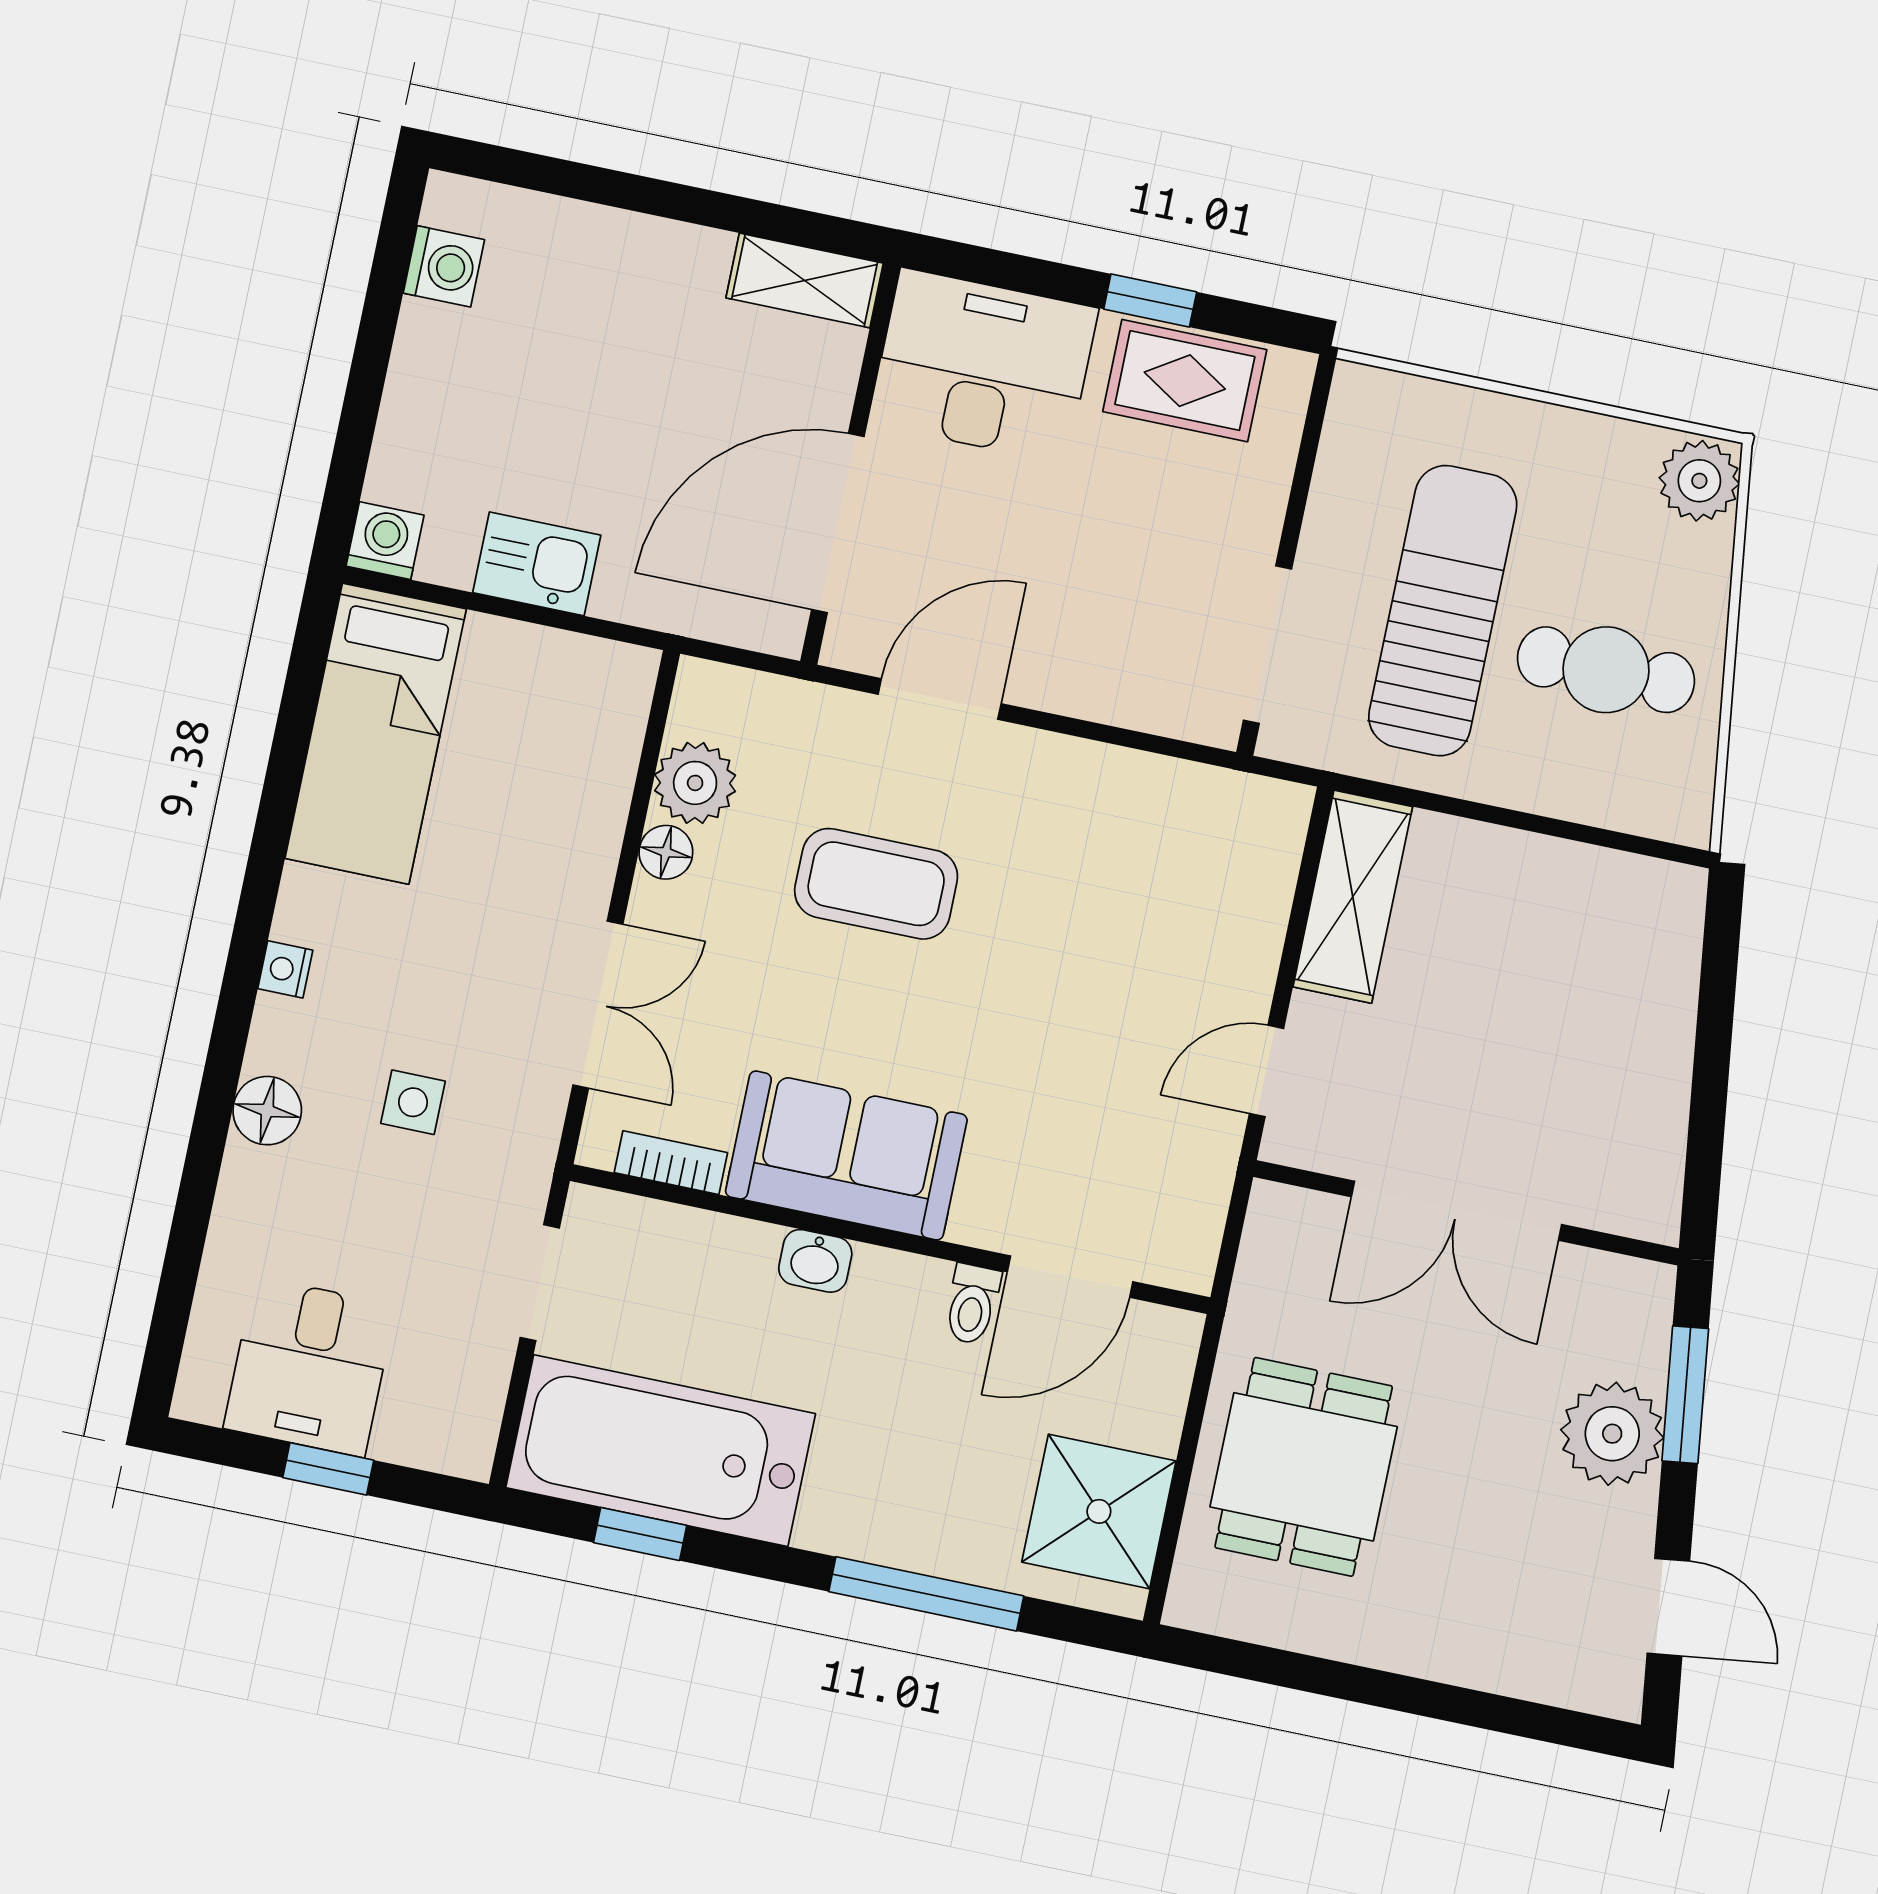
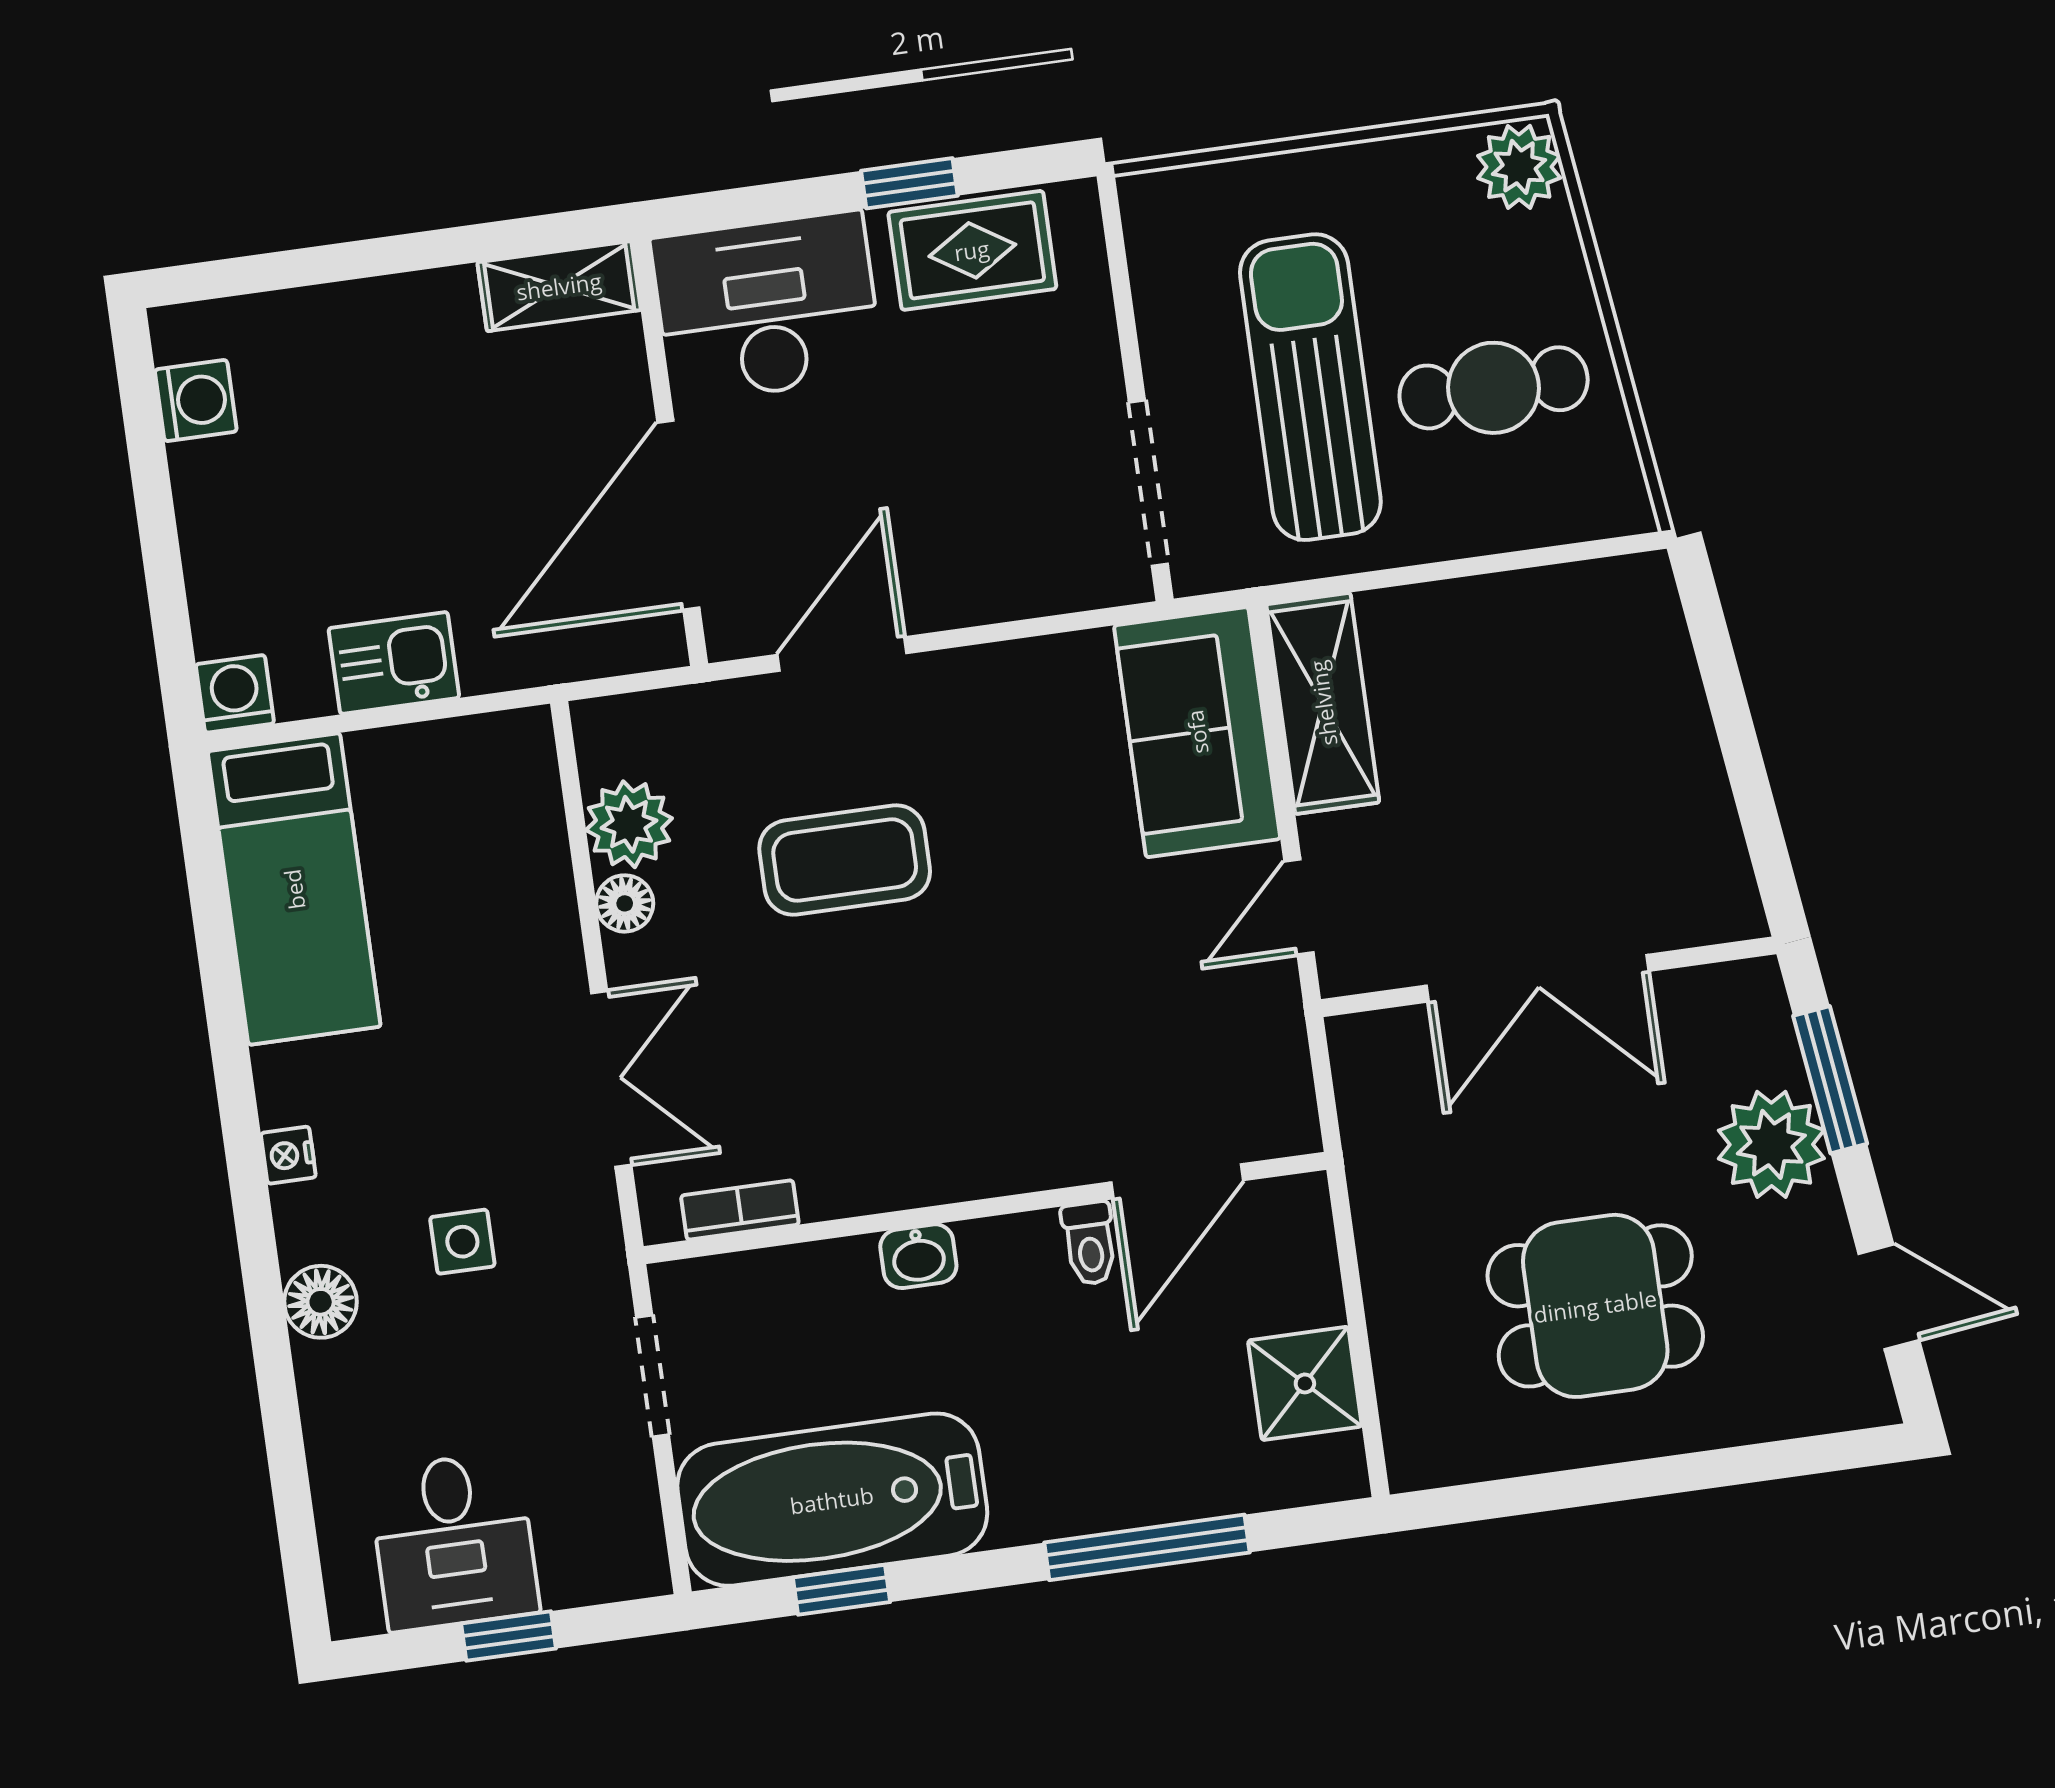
sofa: (846, 1156) -> (1197, 732), moved, turned -90
dining table: (1304, 1467) -> (1595, 1306), moved, turned 90
shower: (1099, 1511) -> (1305, 1383), width x0.73, depth x0.73

